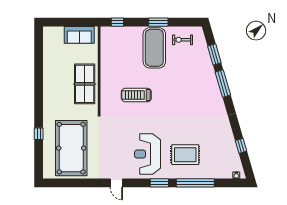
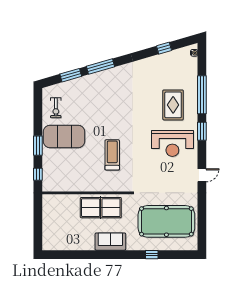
window: (158, 22) -> (38, 146), moved
sofa: (79, 35) -> (110, 242), moved, turned -90
treadmill: (136, 95) -> (112, 155), turned 180

